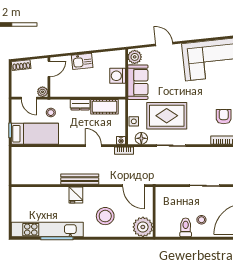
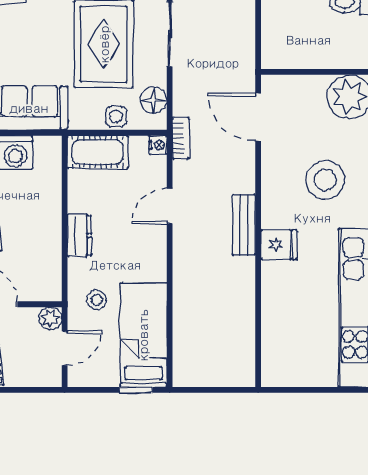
cot: (104, 107) -> (98, 152), moved, turned 90
bench: (80, 179) -> (244, 225), width x0.73
door: (134, 186) -> (258, 117), swing flipped

